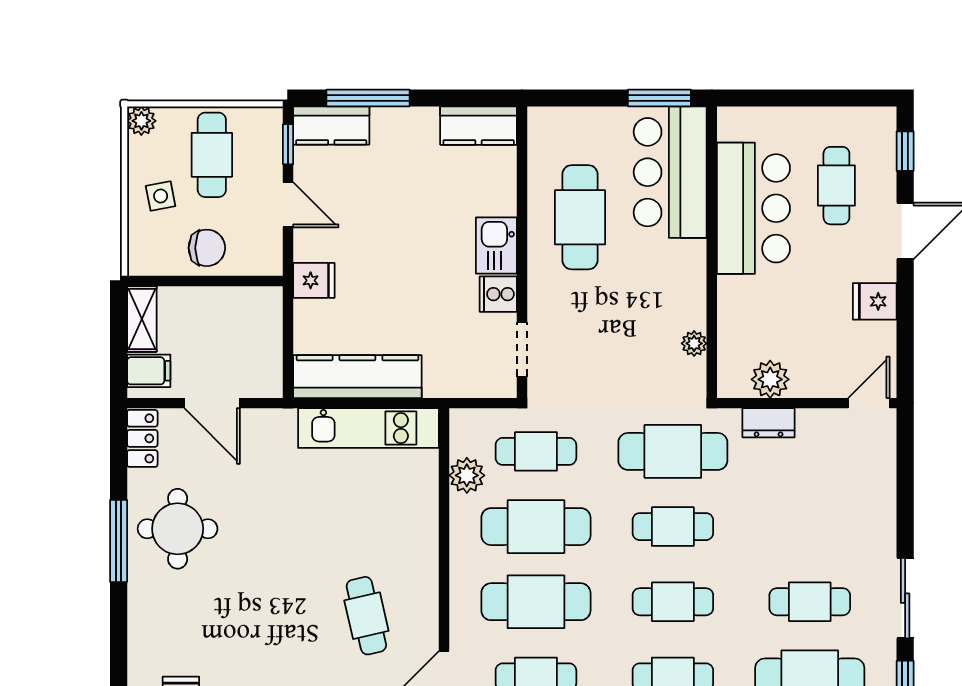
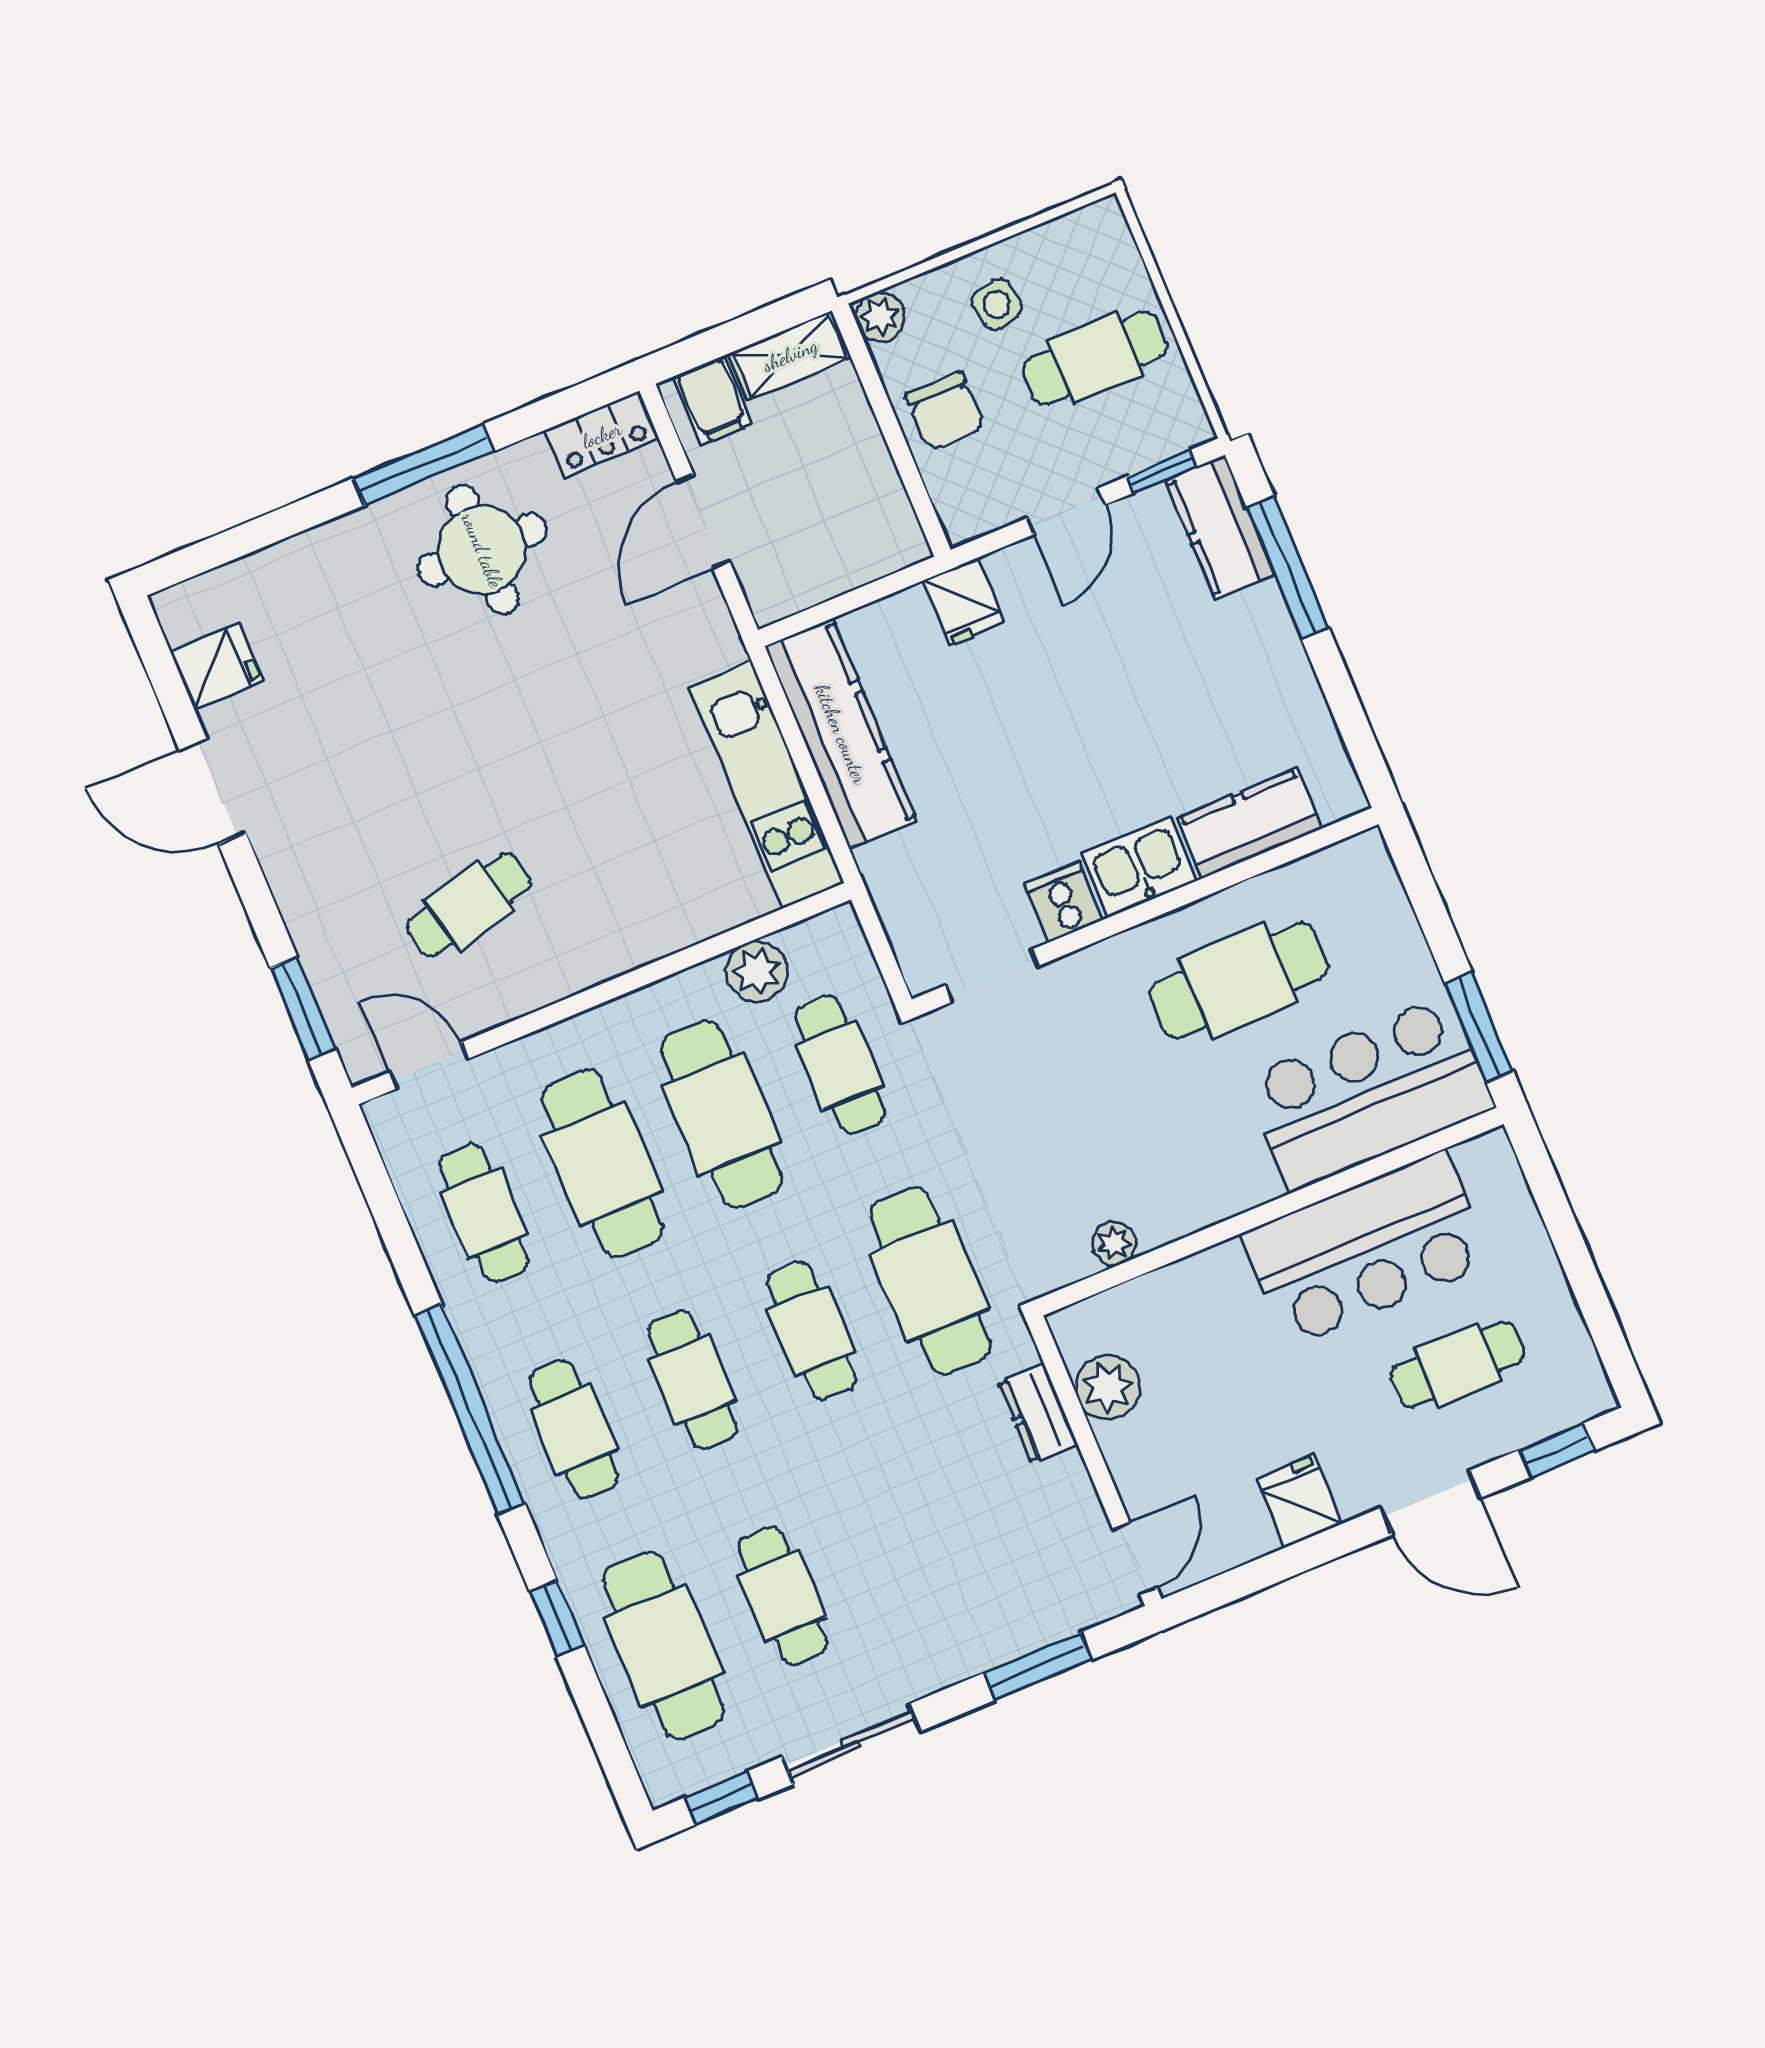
plant: (141, 121) -> (880, 317), moved
kitchen counter: (479, 126) -> (1249, 824), moved, turned 90
door: (869, 403) -> (1135, 1559), hinge flipped
window: (905, 480) -> (1038, 1666), added

